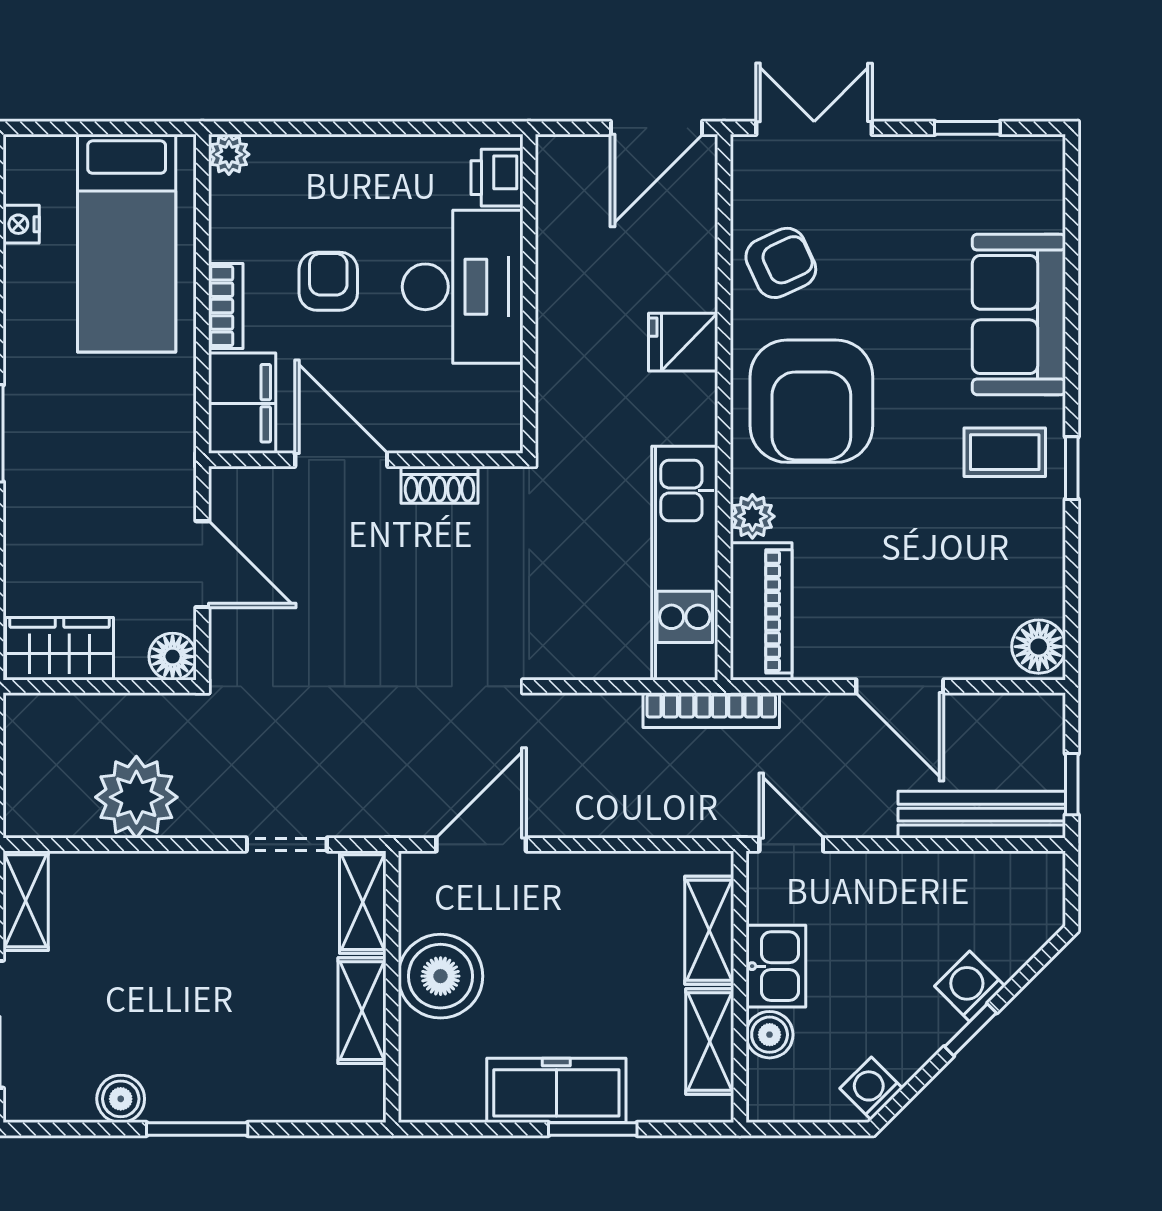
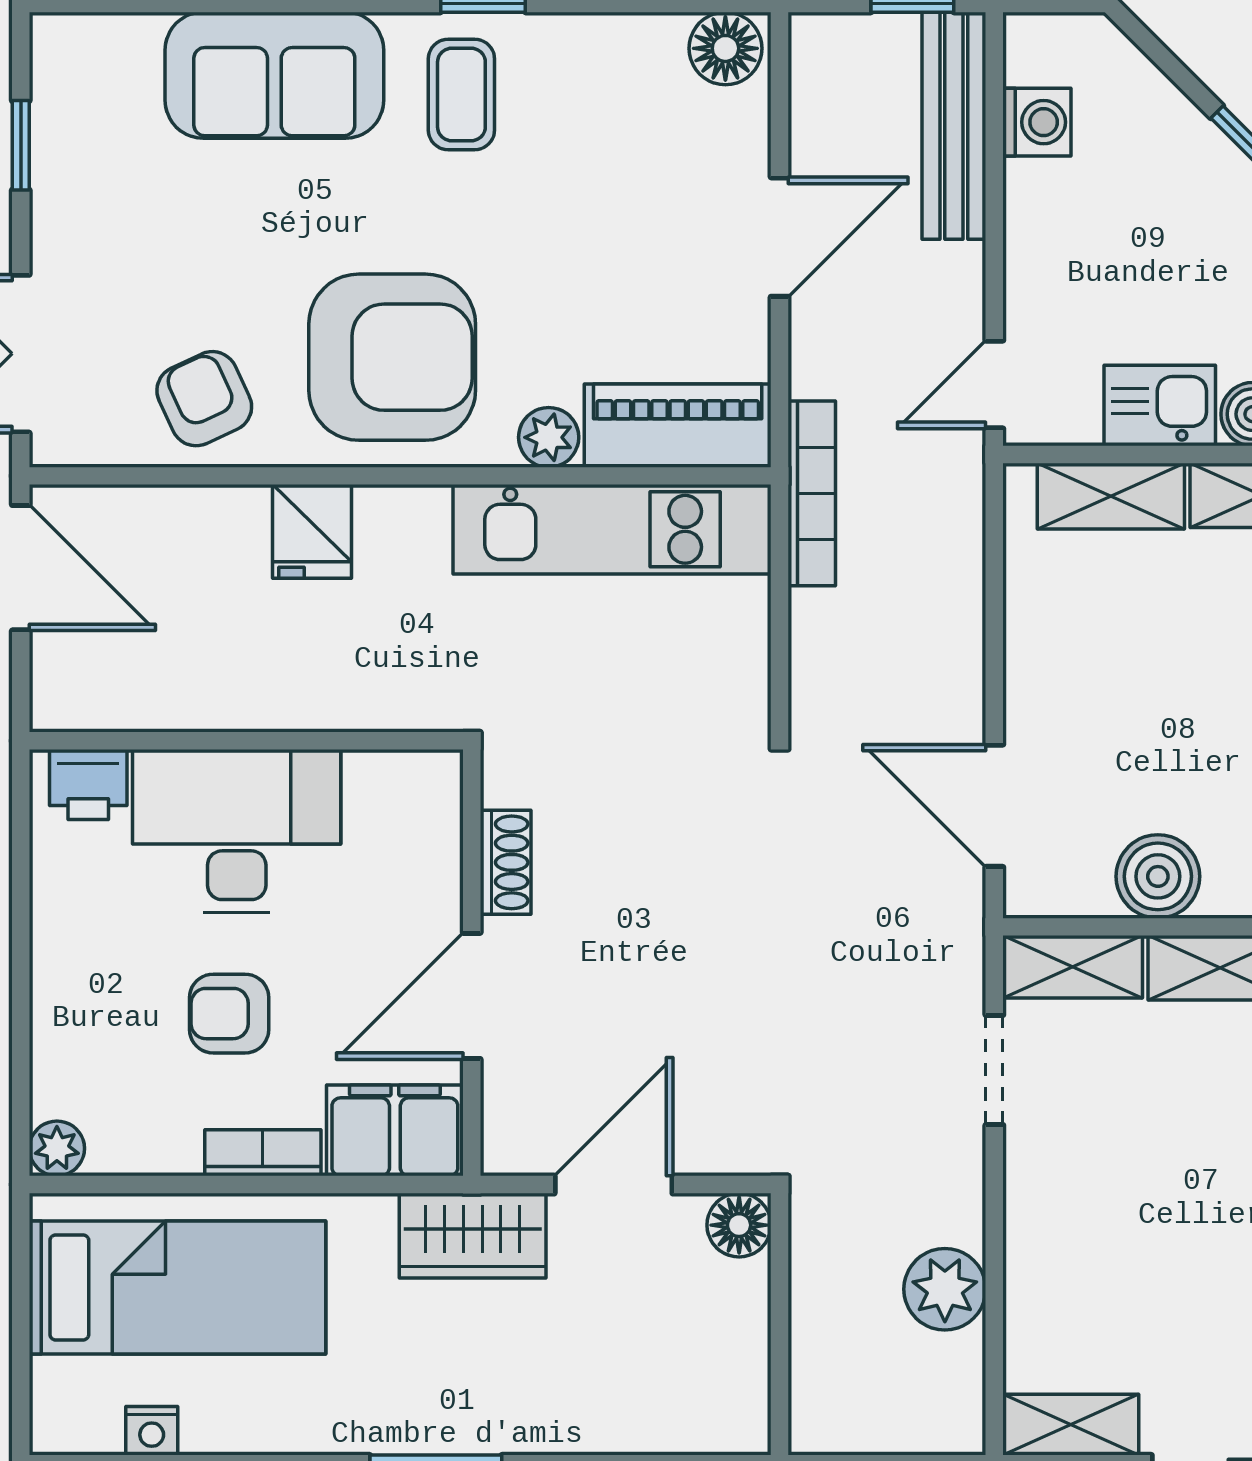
wardrobe: (60, 649) -> (473, 1236), moved, turned -90
plant: (136, 797) -> (945, 1289), width x0.73, depth x0.73
boiler: (441, 976) -> (1158, 876), width x0.73, depth x0.73
washing machine: (970, 986) -> (1037, 122), moved, turned -135

